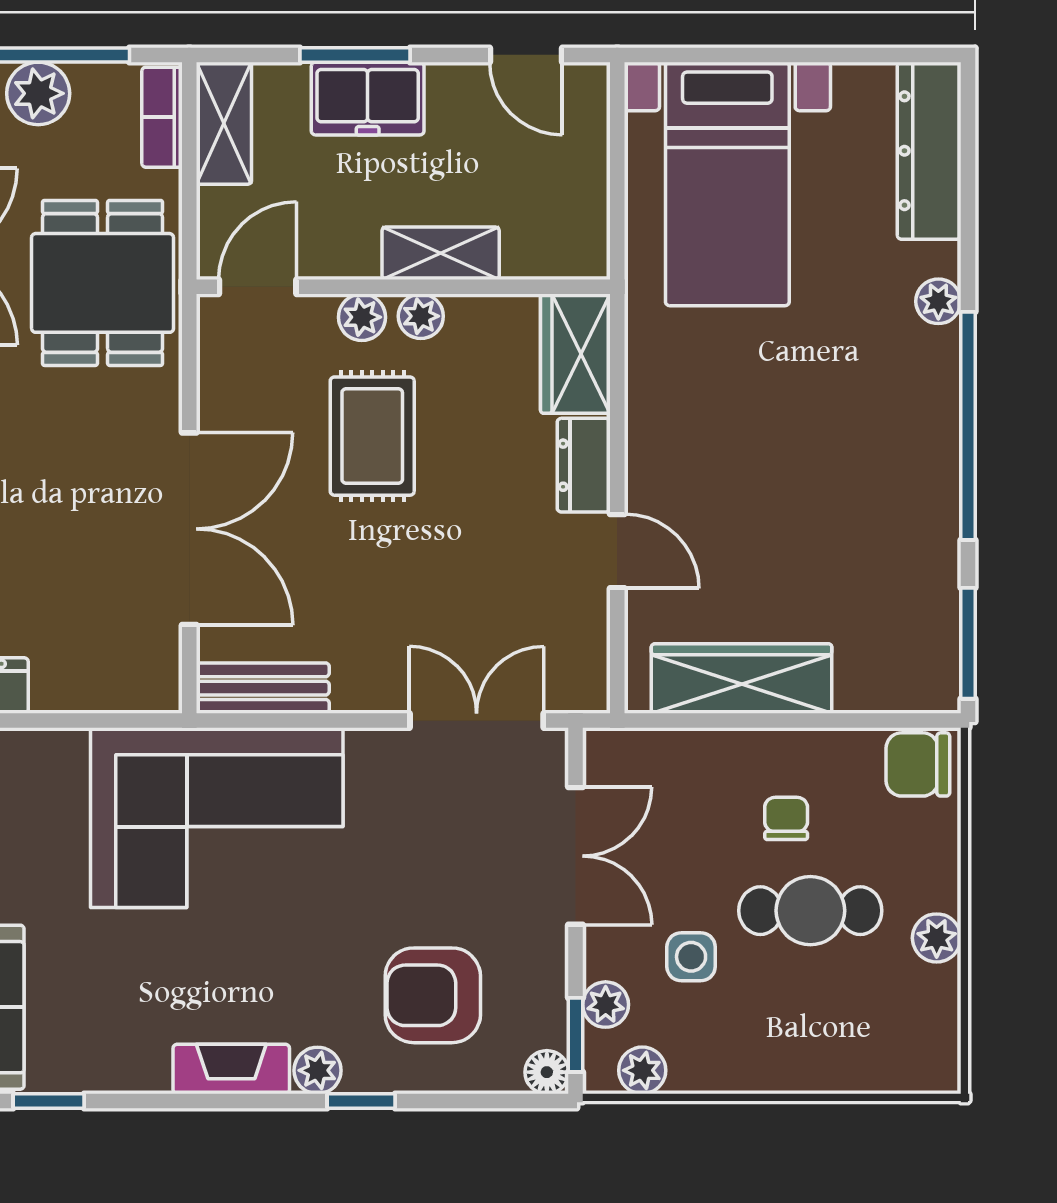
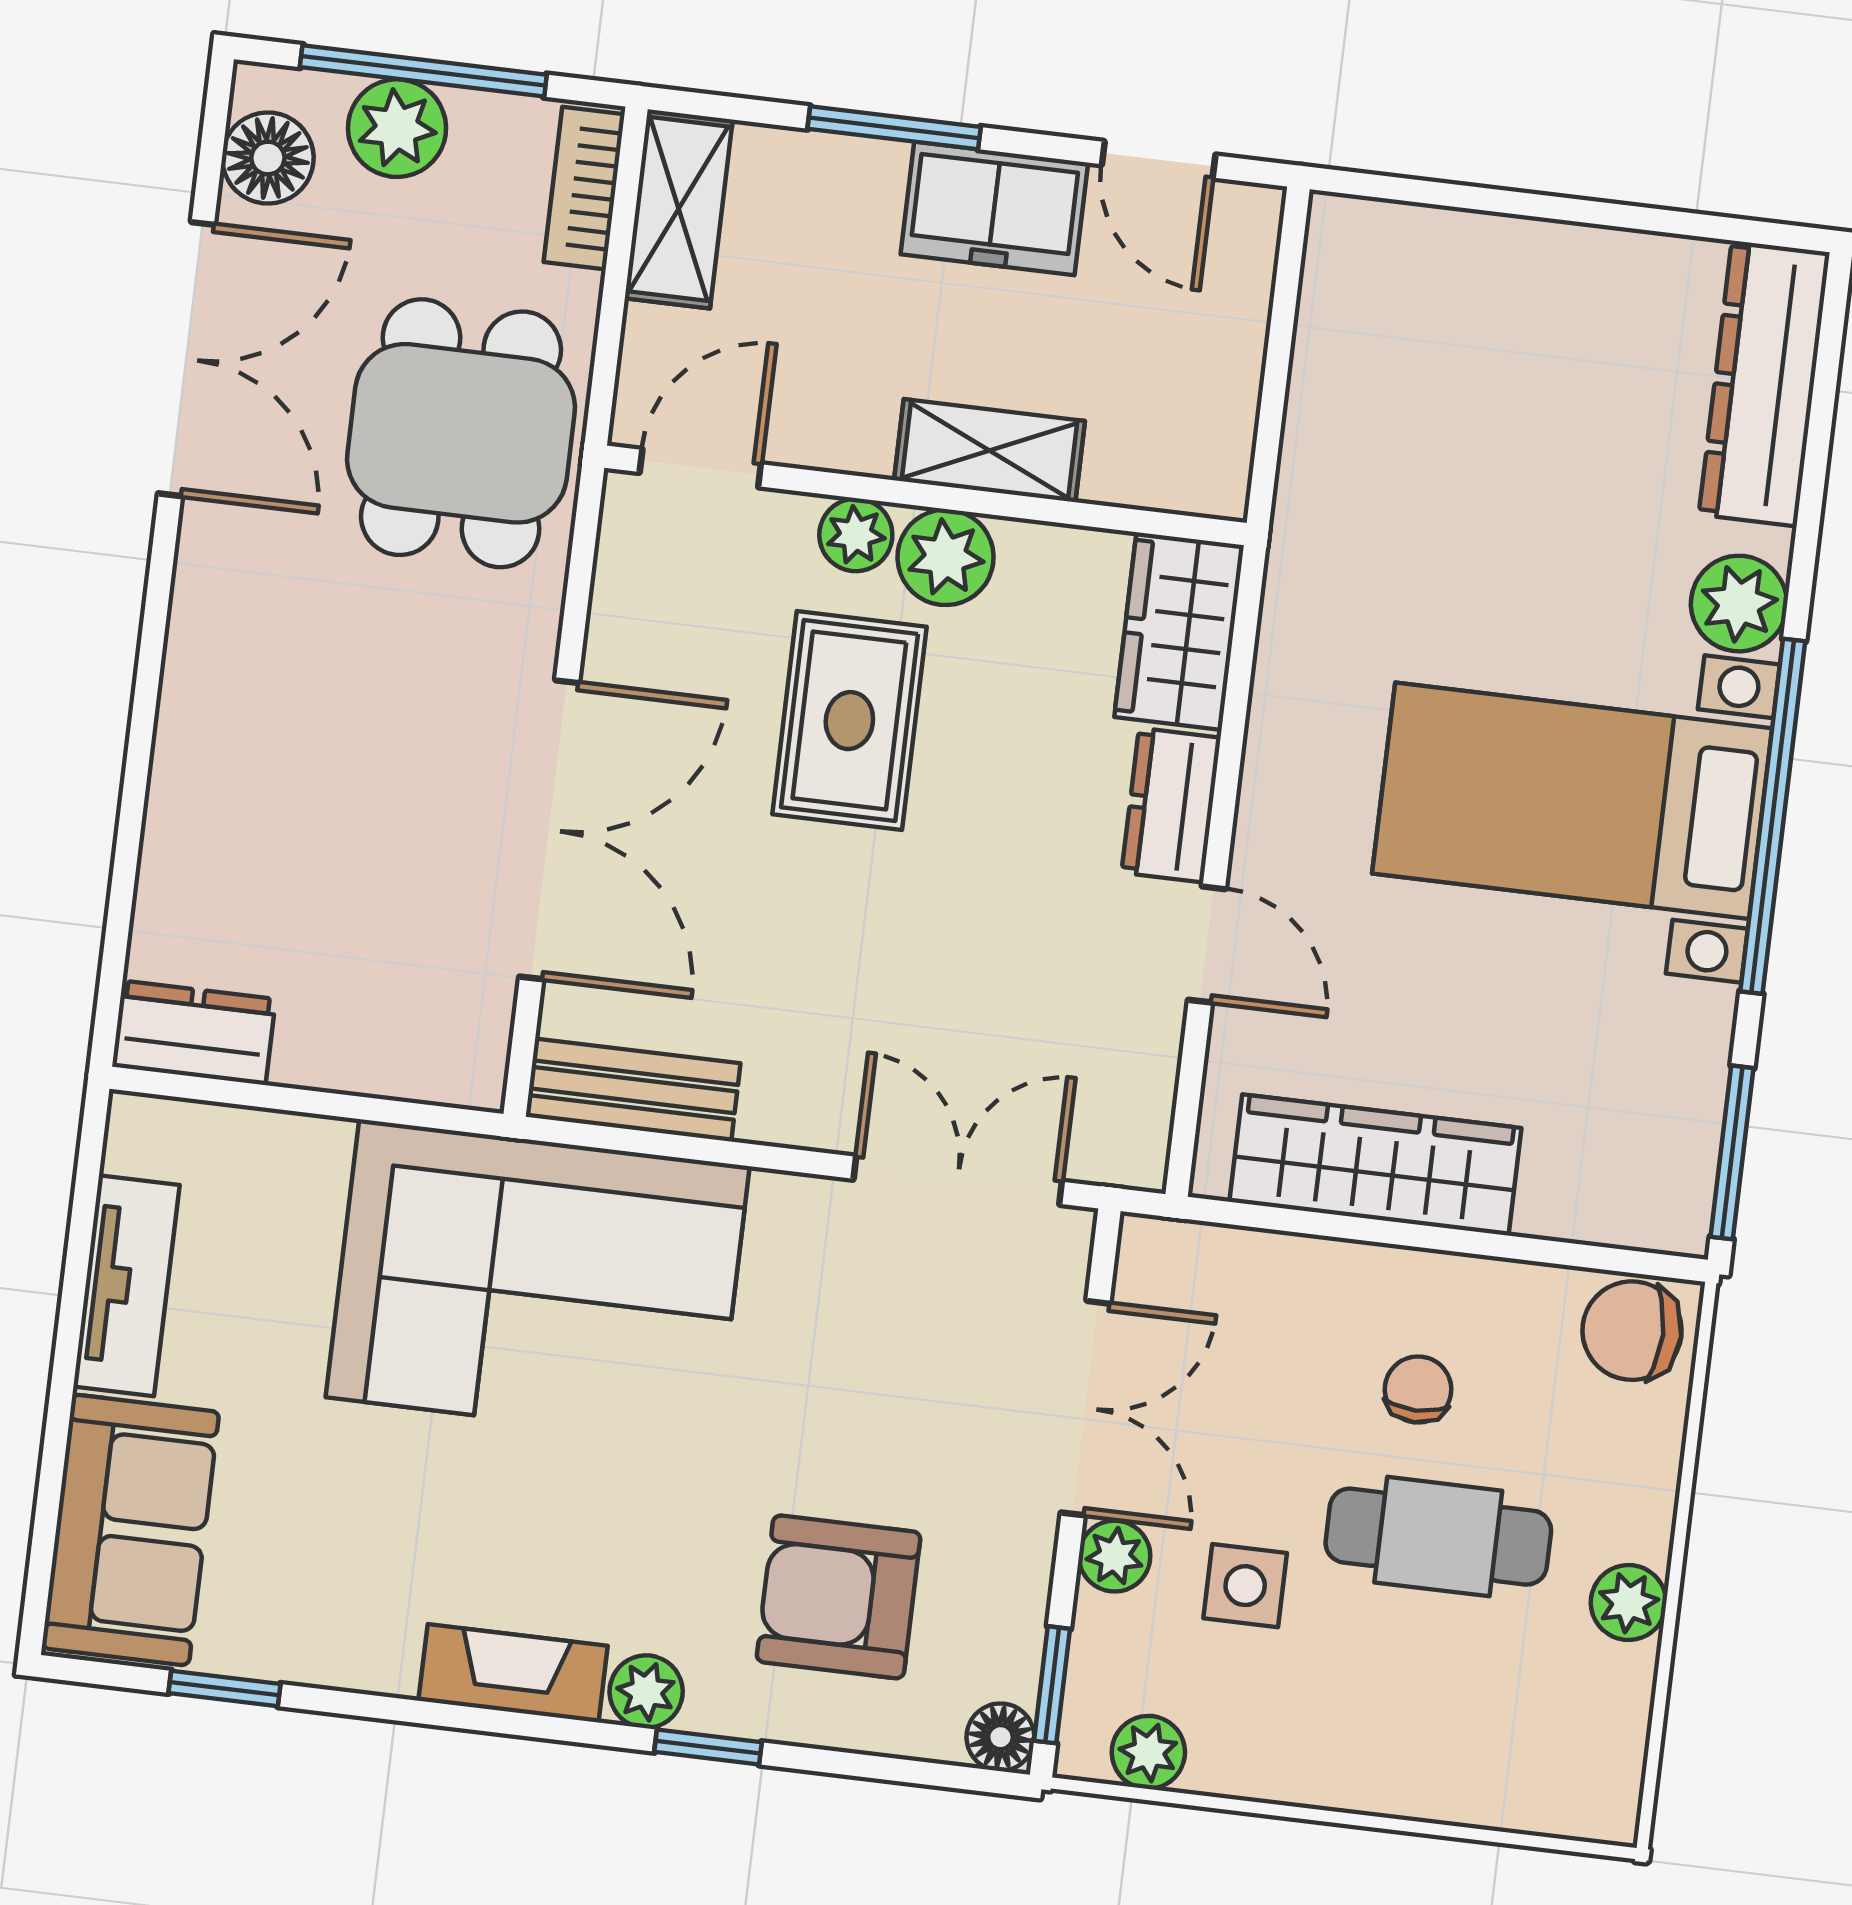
freezer: (368, 99) -> (994, 208), moved
bed with nightstands: (727, 184) -> (1572, 801), moved, turned 90
plant: (938, 301) -> (1739, 604), width x1.38, depth x1.38
plant: (421, 316) -> (946, 557), width x1.38, depth x1.38
plant: (606, 1005) -> (1115, 1556), moved

